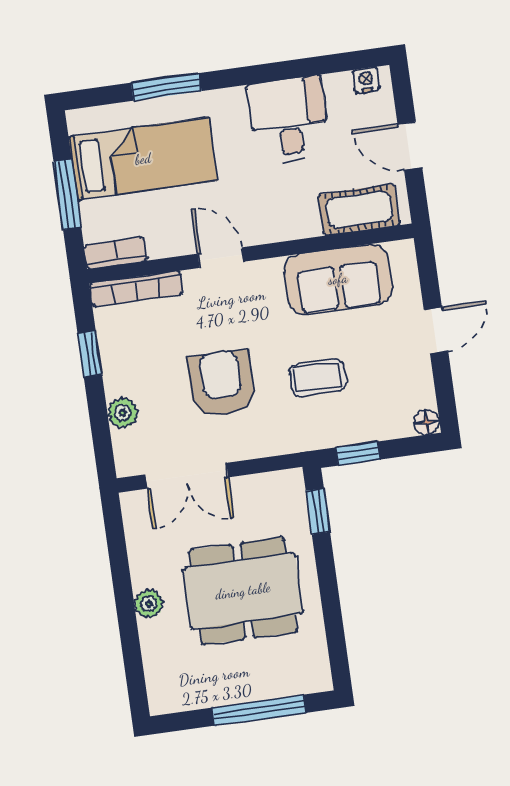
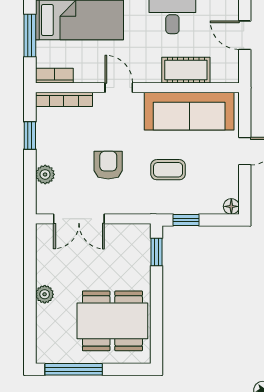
cot: (359, 210) -> (186, 70), moved
sofa: (338, 279) -> (189, 111), width x1.36
armchair: (221, 383) -> (108, 165), width x0.72, depth x0.72
dining table: (243, 591) -> (112, 321), moved
window: (259, 710) -> (74, 369), moved

